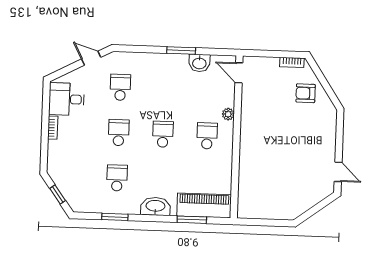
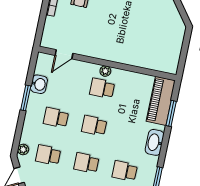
plant: (122, 58) -> (23, 149), added
door: (239, 73) -> (64, 54), moved
school desk: (165, 89) -> (56, 118), added
plant: (228, 114) -> (105, 71), moved

